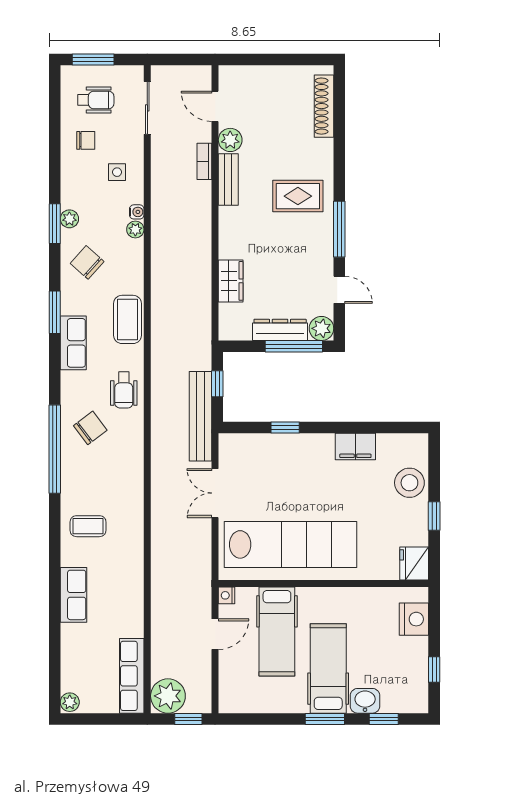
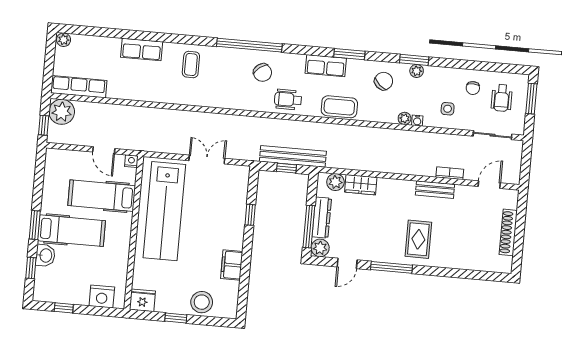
shoe rack: (324, 106) -> (508, 232), moved, turned -90
plant: (230, 140) -> (335, 182), moved
bench: (200, 416) -> (293, 156), moved

